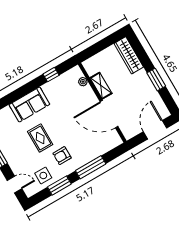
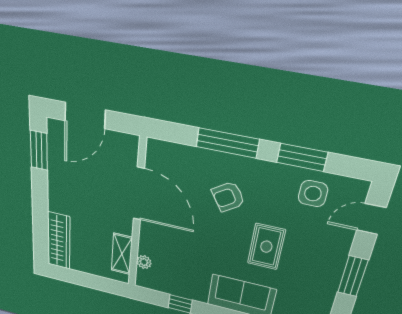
window: (156, 79) -> (39, 151), moved
shelving: (101, 86) -> (122, 254), moved
armchair: (62, 156) -> (228, 197), moved, turned 147
door: (14, 185) -> (371, 219), hinge flipped

